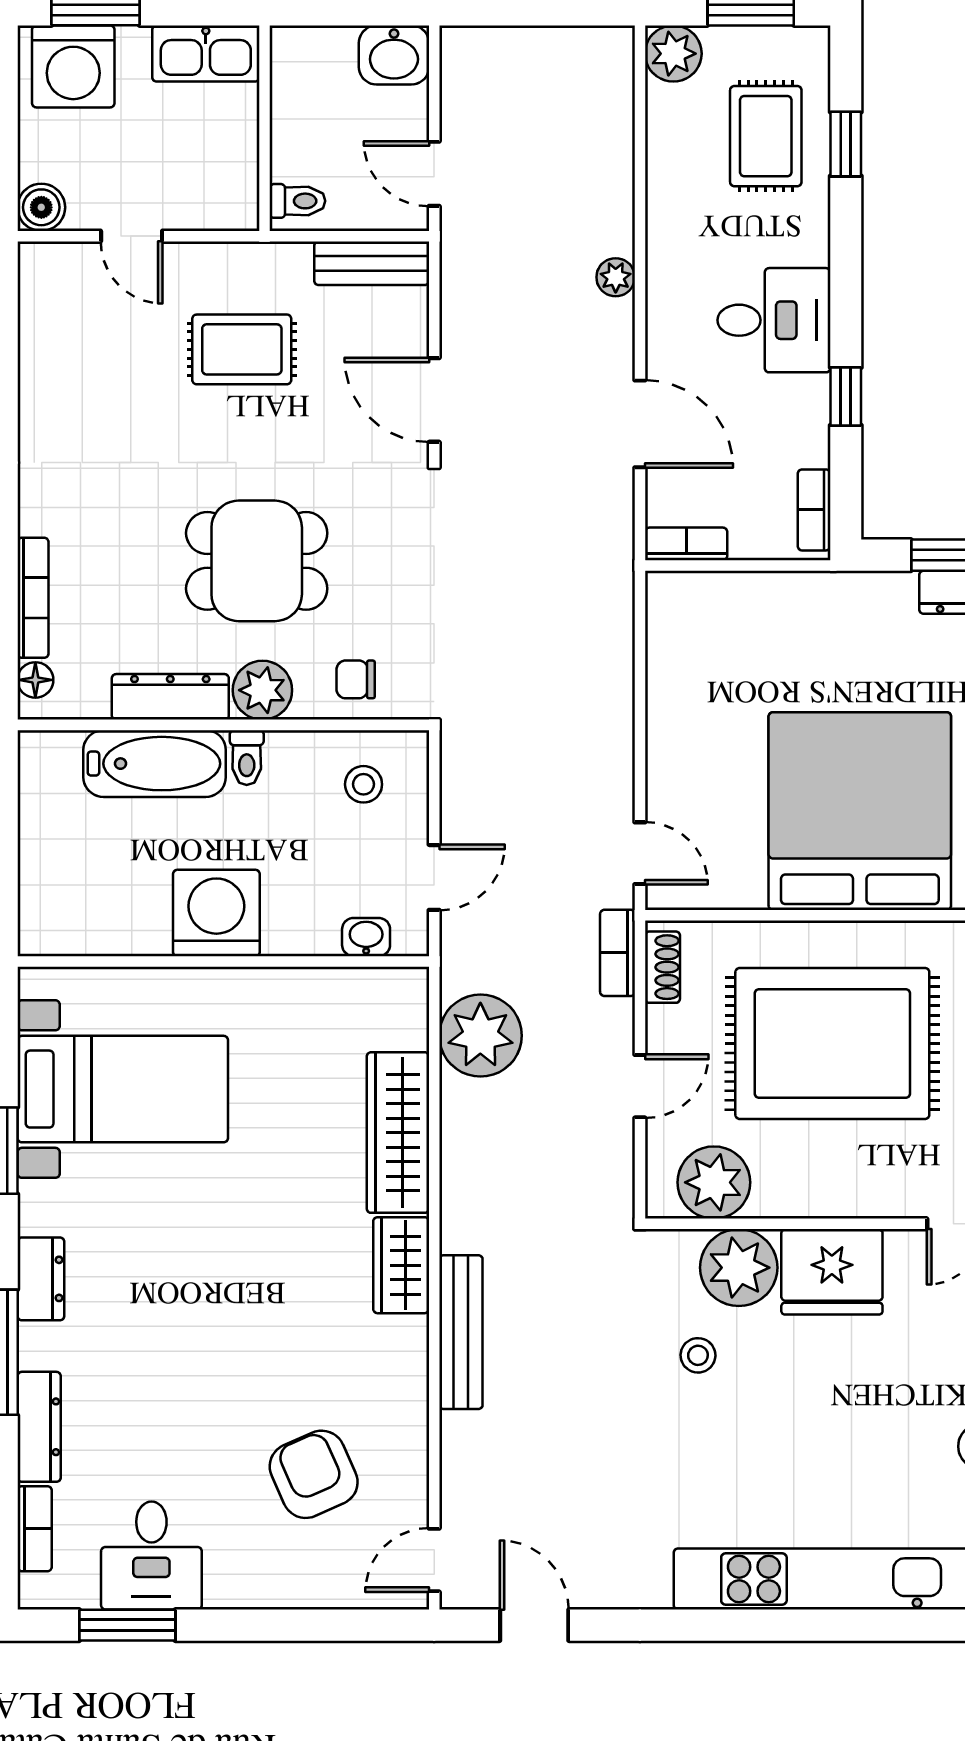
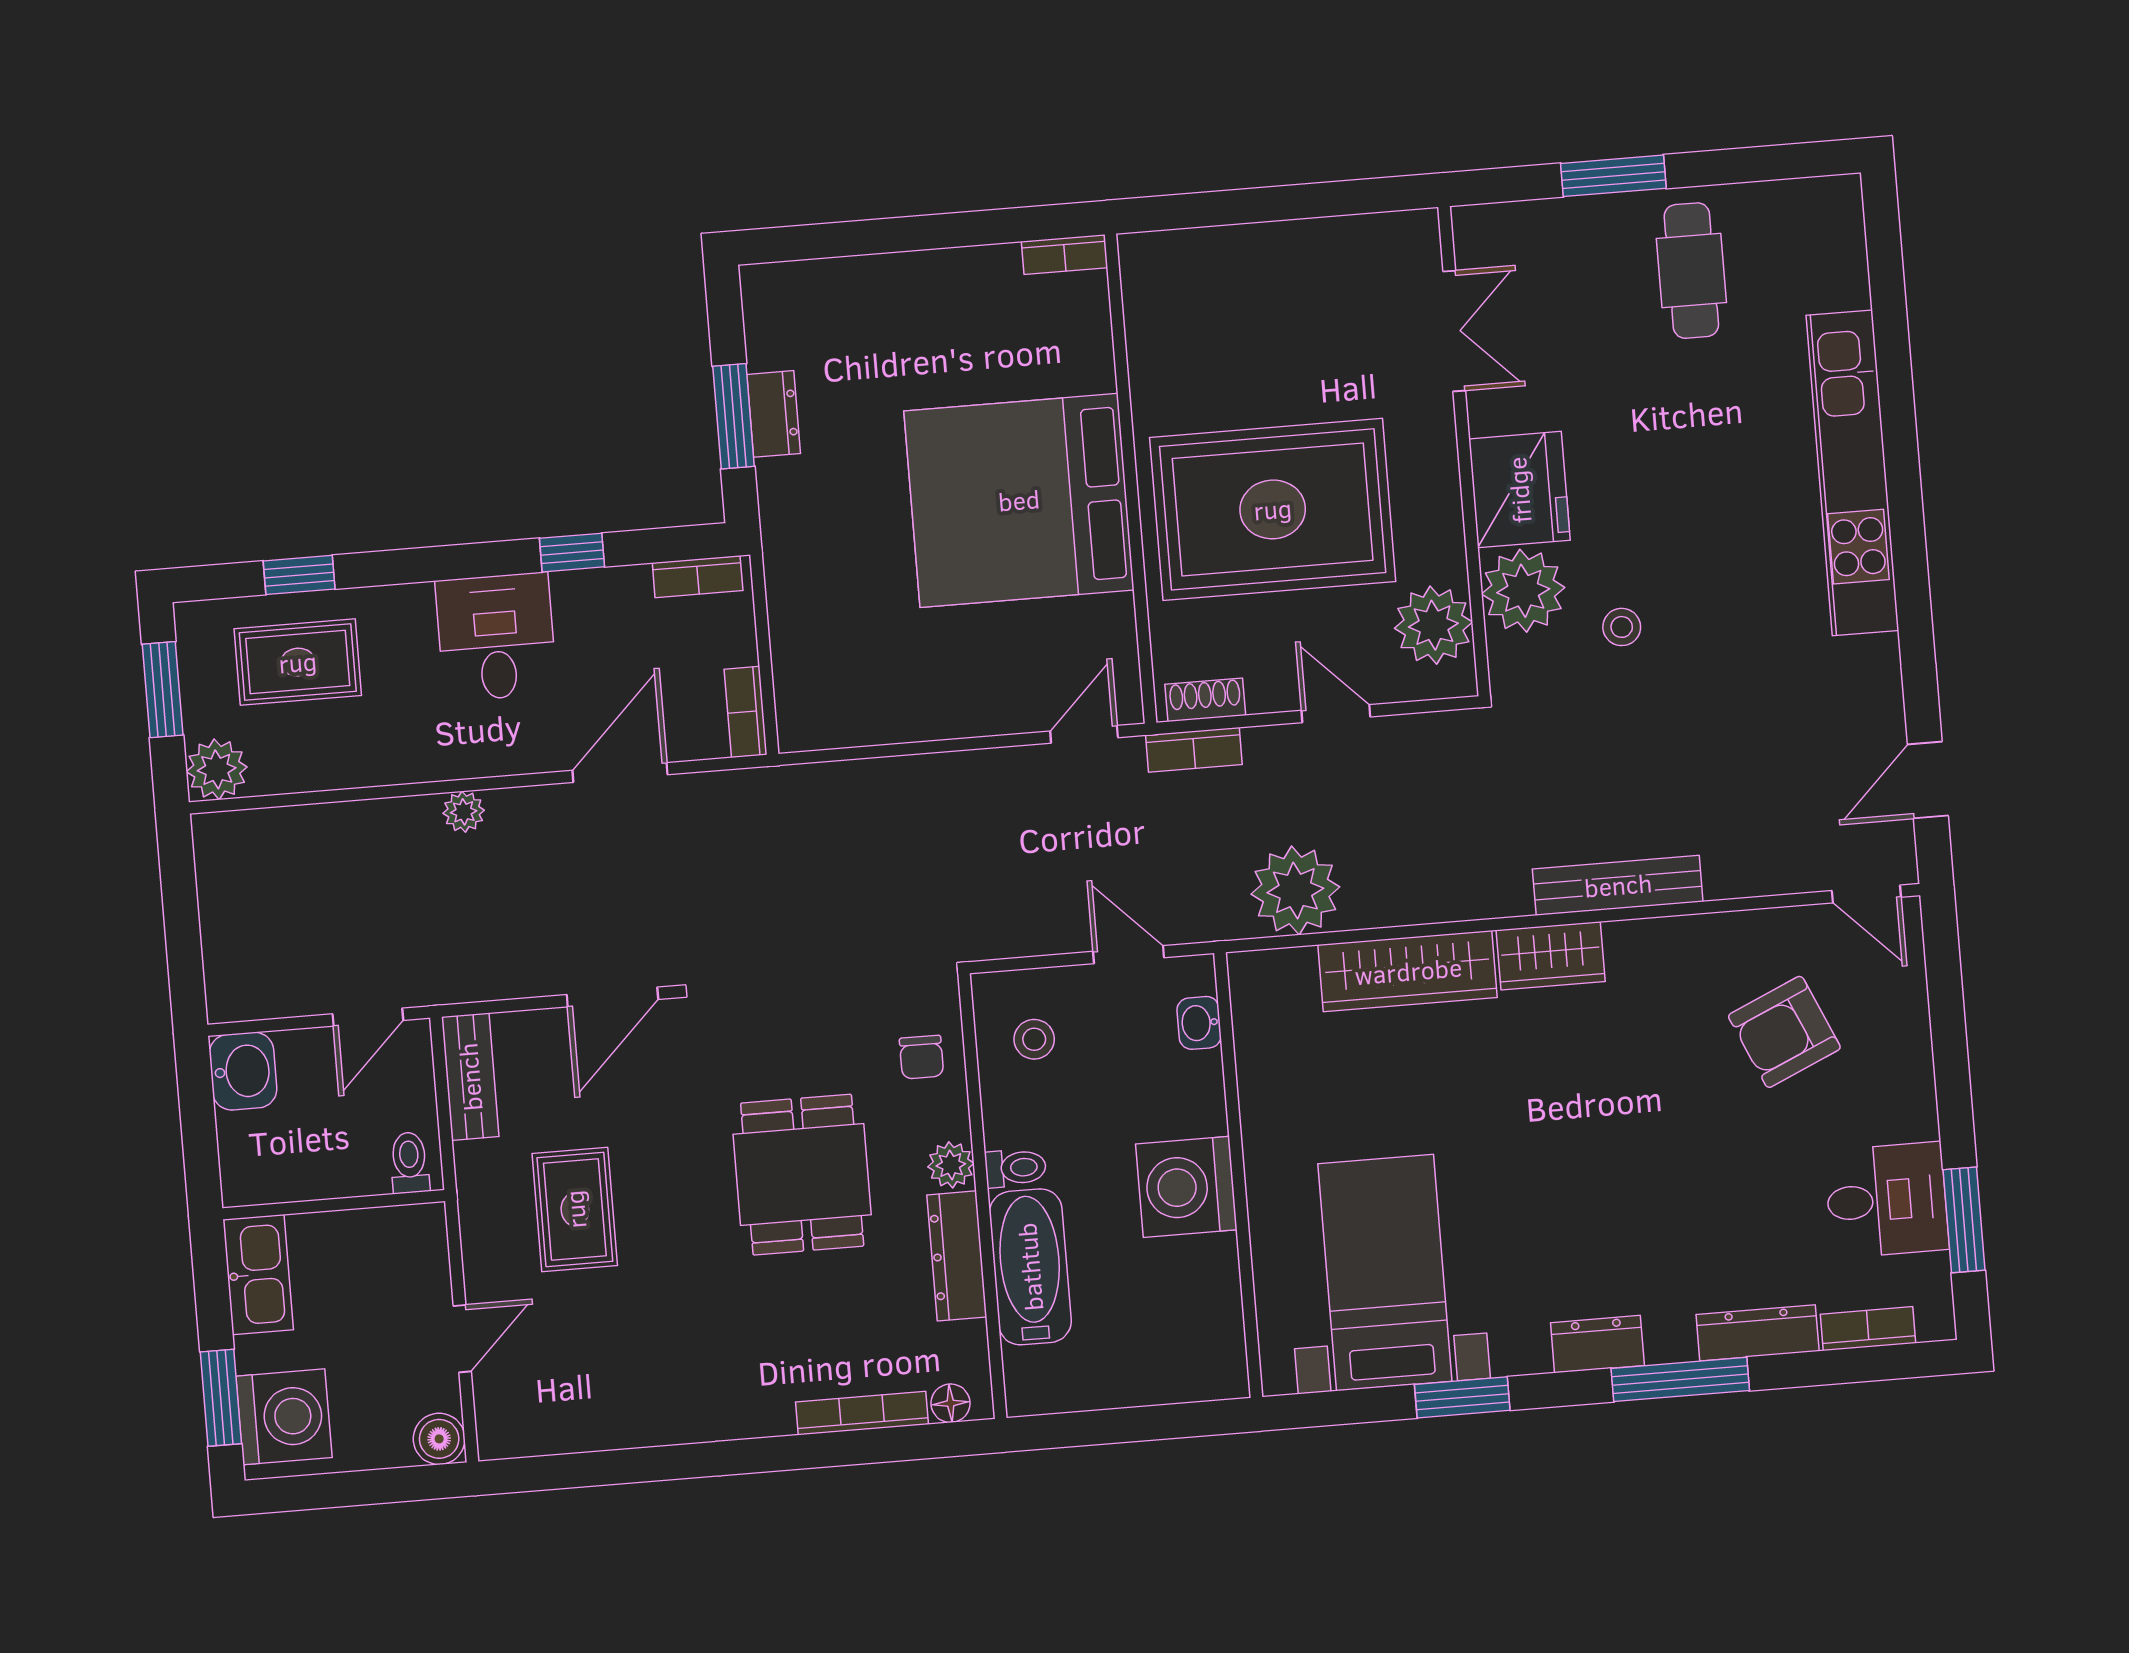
plant: (262, 690) -> (951, 1165), width x0.73, depth x0.73
rug: (832, 1043) -> (1273, 509), turned 90

